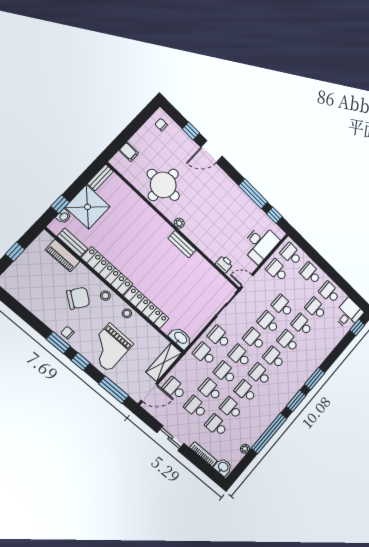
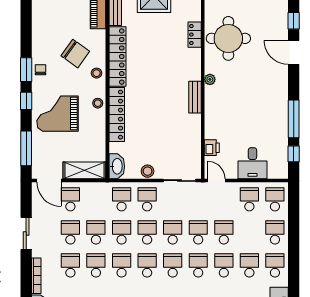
locker: (140, 205) -> (195, 35), added
desk: (260, 244) -> (252, 163), width x0.73
stool: (202, 320) -> (148, 171), added

